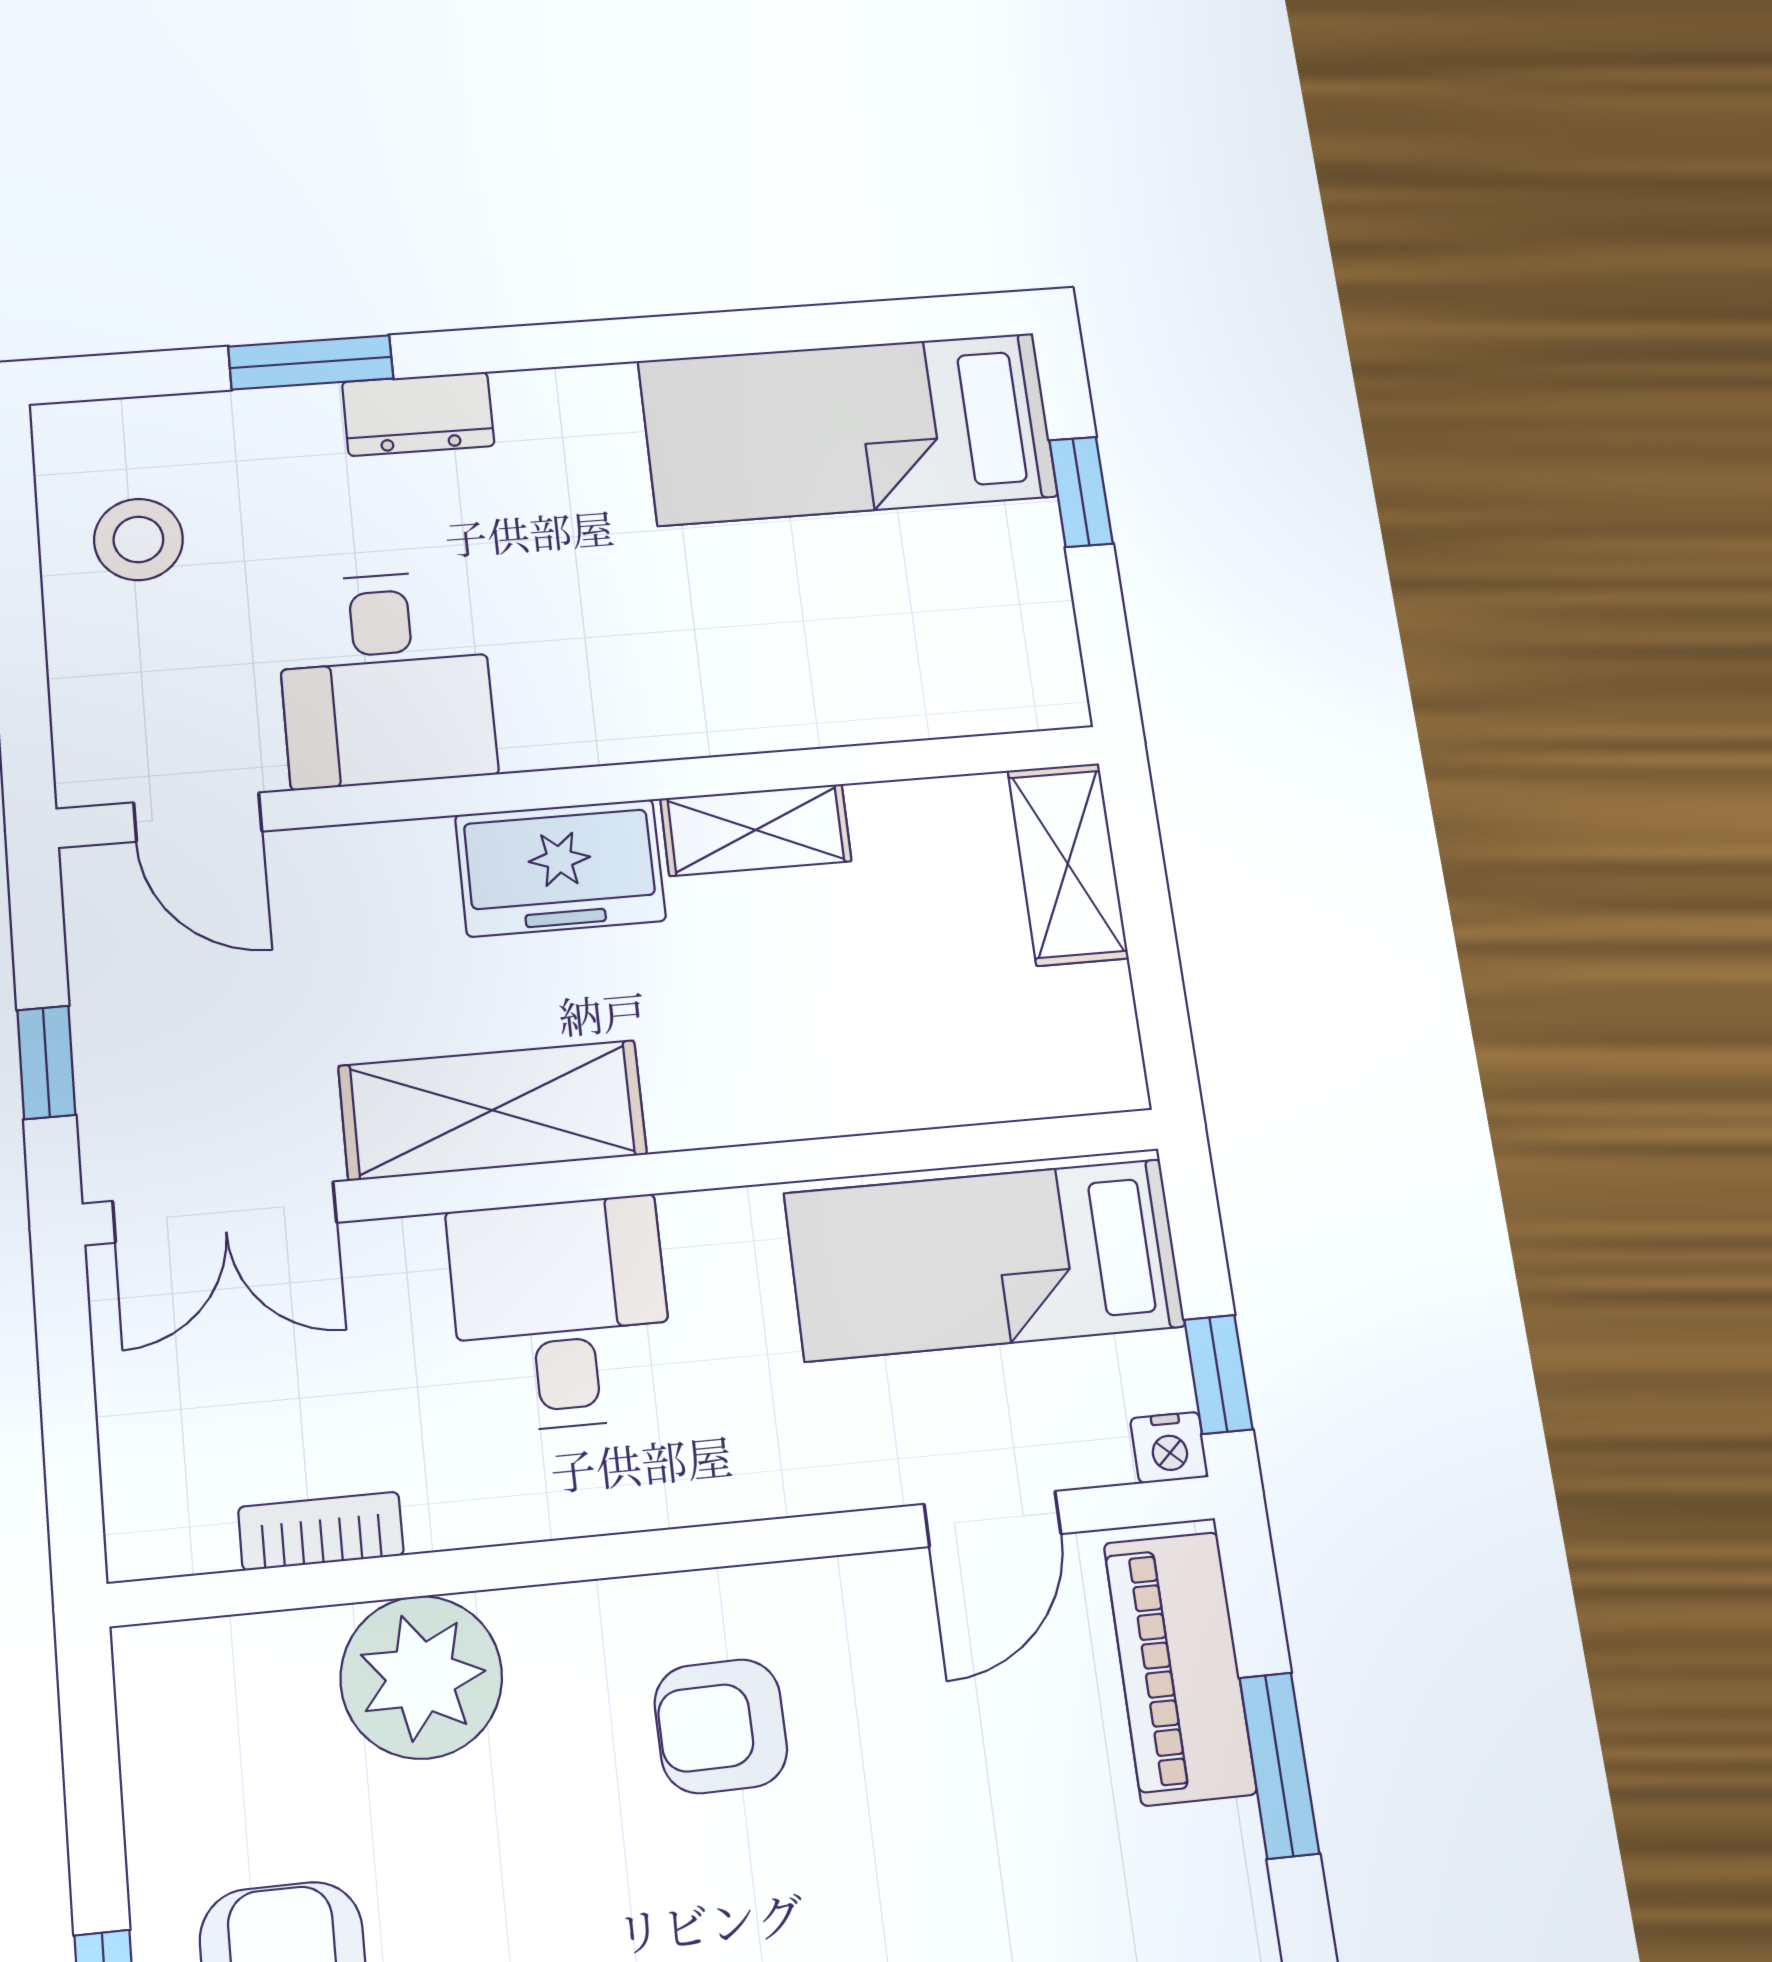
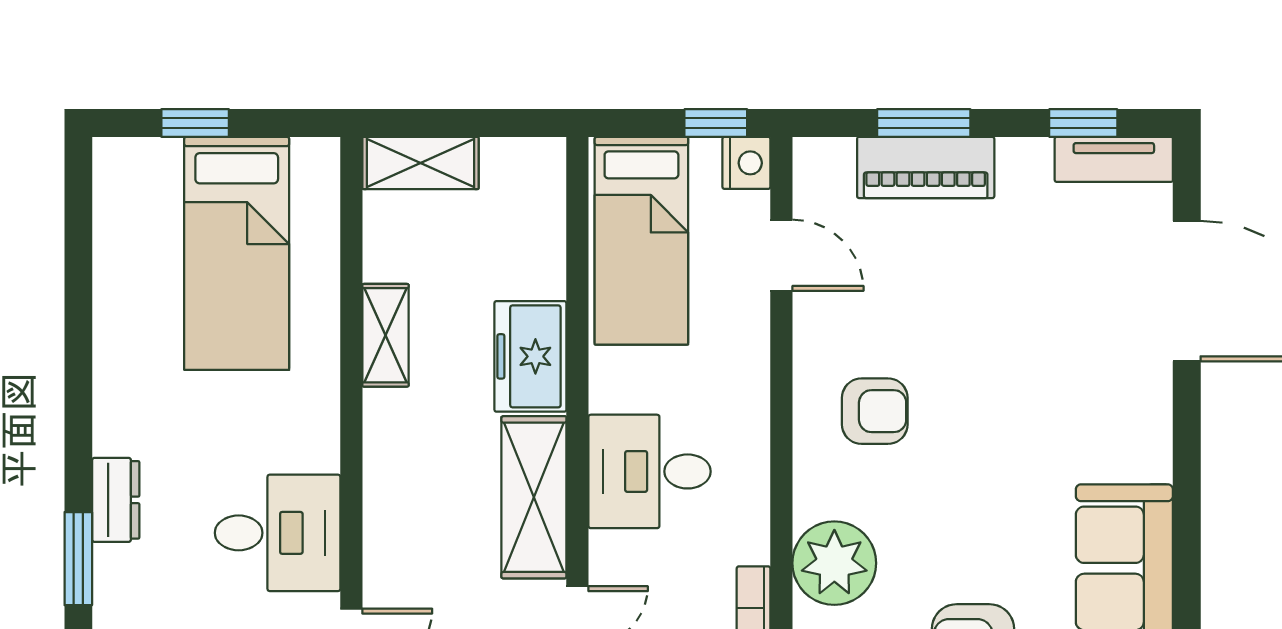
bed: (847, 429) -> (237, 253), moved
freezer: (560, 868) -> (530, 356), moved, turned 180
nightstand: (1169, 1448) -> (746, 163), width x1.39, depth x1.35
piano: (1180, 1668) -> (926, 167), moved
armchair: (721, 1726) -> (875, 411), turned -89

